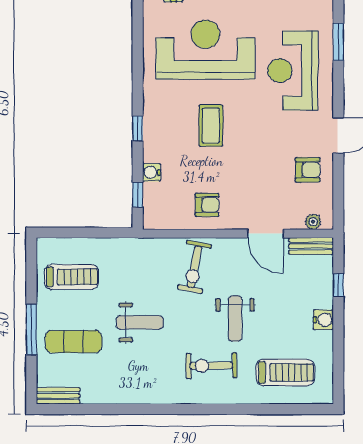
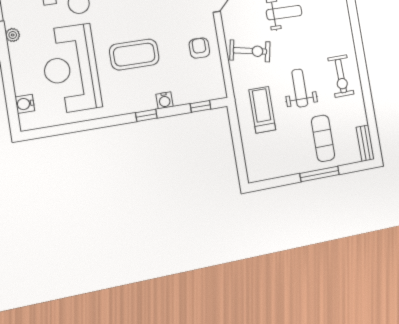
coffee table: (211, 126) -> (134, 55), width x1.36, depth x1.32
water cooler: (152, 172) -> (165, 100), moved
treadmill: (71, 277) -> (262, 110), moved
exercise bike: (211, 366) -> (341, 76), moved

